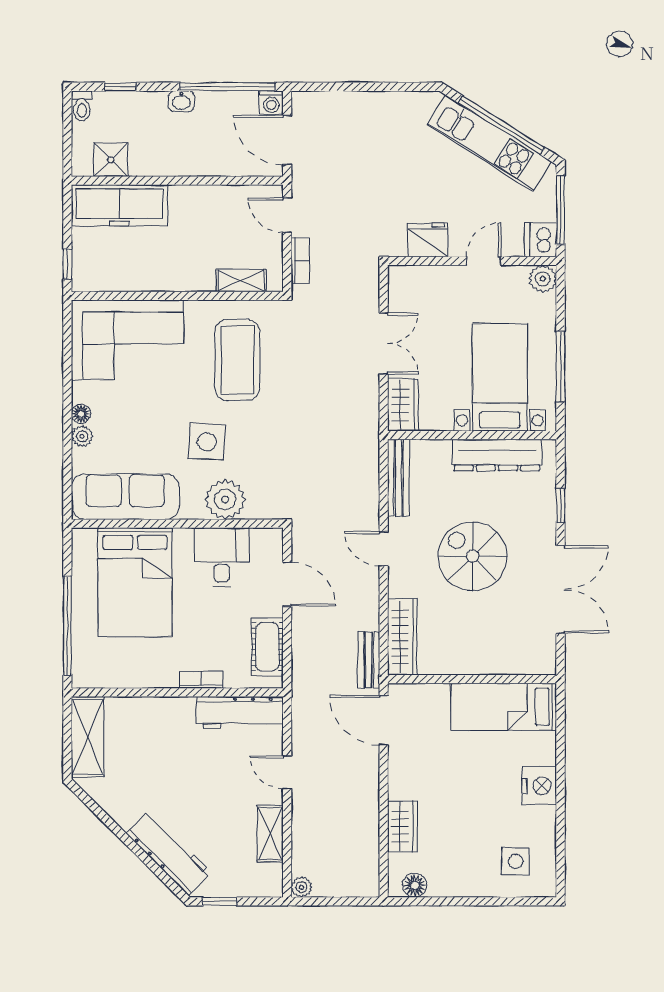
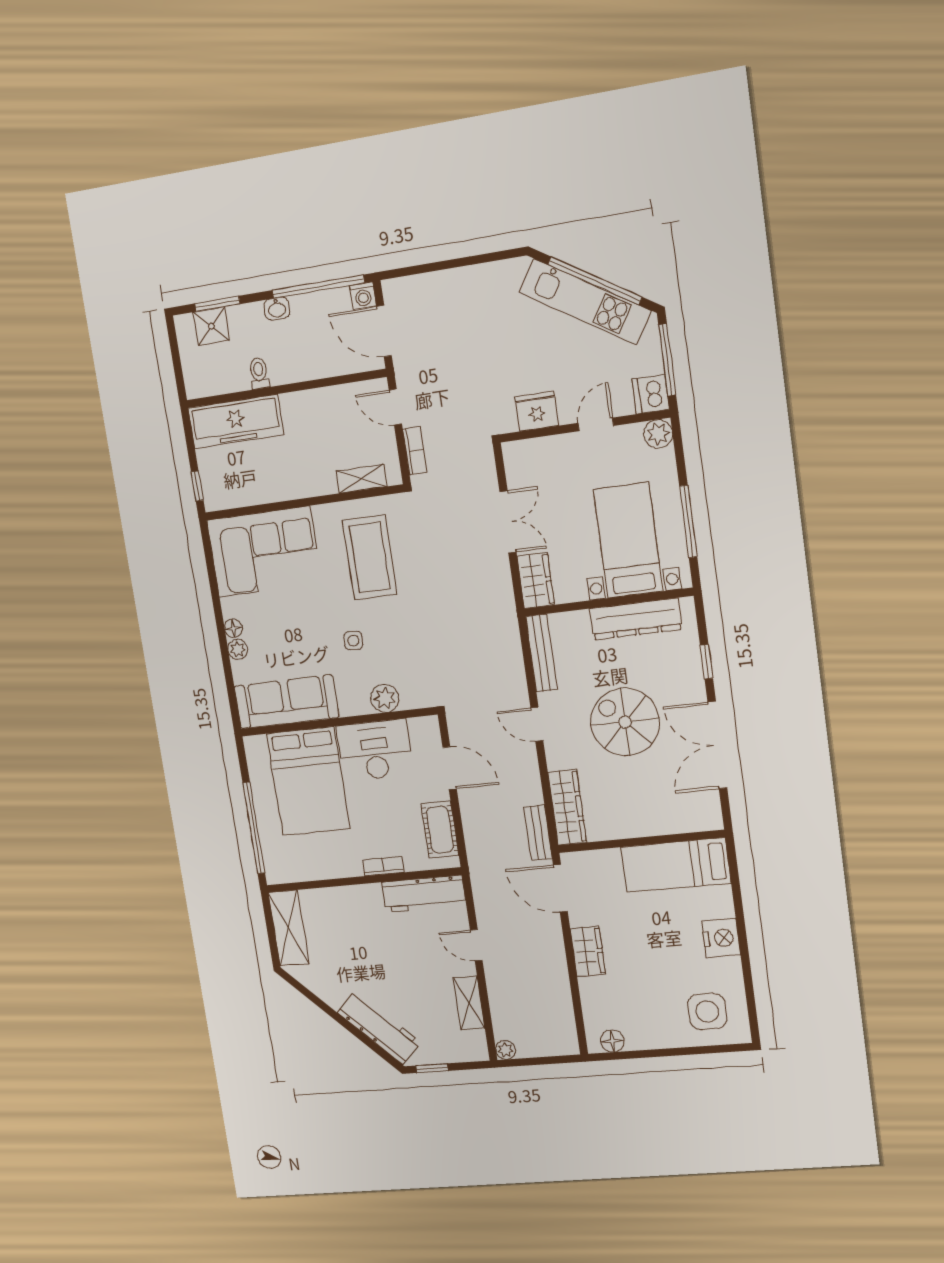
window: (120, 87) -> (217, 304), width x1.50
toilet: (82, 106) -> (259, 373), moved, turned 180
shower: (111, 160) -> (211, 326), moved
side table: (207, 442) -> (353, 641), width x0.54, depth x0.54
plant: (225, 500) -> (385, 698), width x0.73, depth x0.73
desk: (222, 557) -> (375, 750), width x1.37
double door: (560, 589) -> (717, 745), swing flipped
wardrobe: (403, 826) -> (588, 951), moved
side table: (516, 861) -> (707, 1011), width x1.37, depth x1.37

